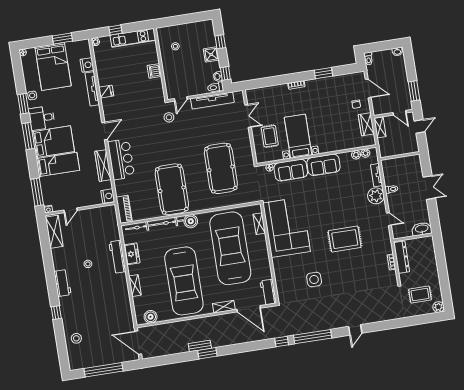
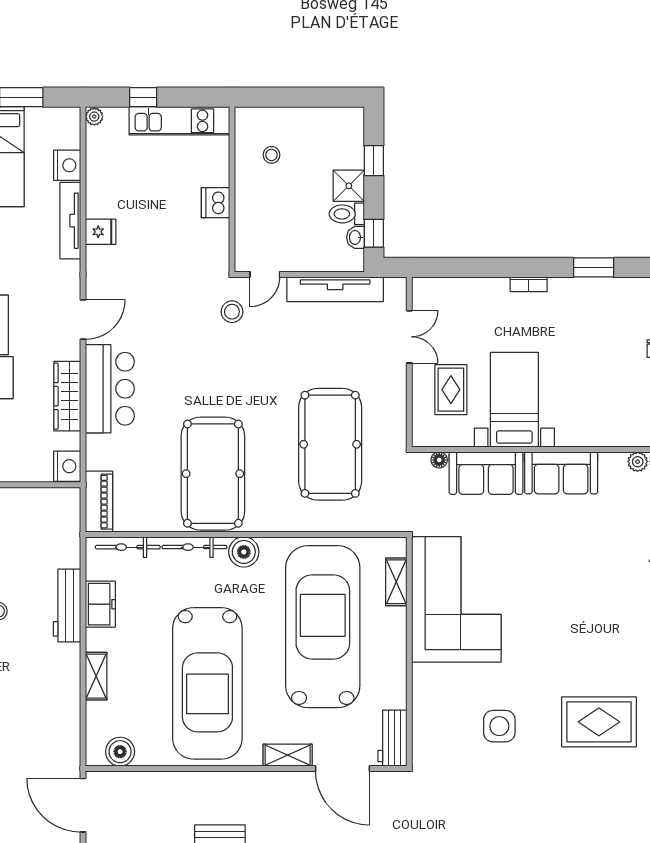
toilet: (215, 87) -> (347, 214), moved
rug: (345, 239) -> (599, 722), moved

